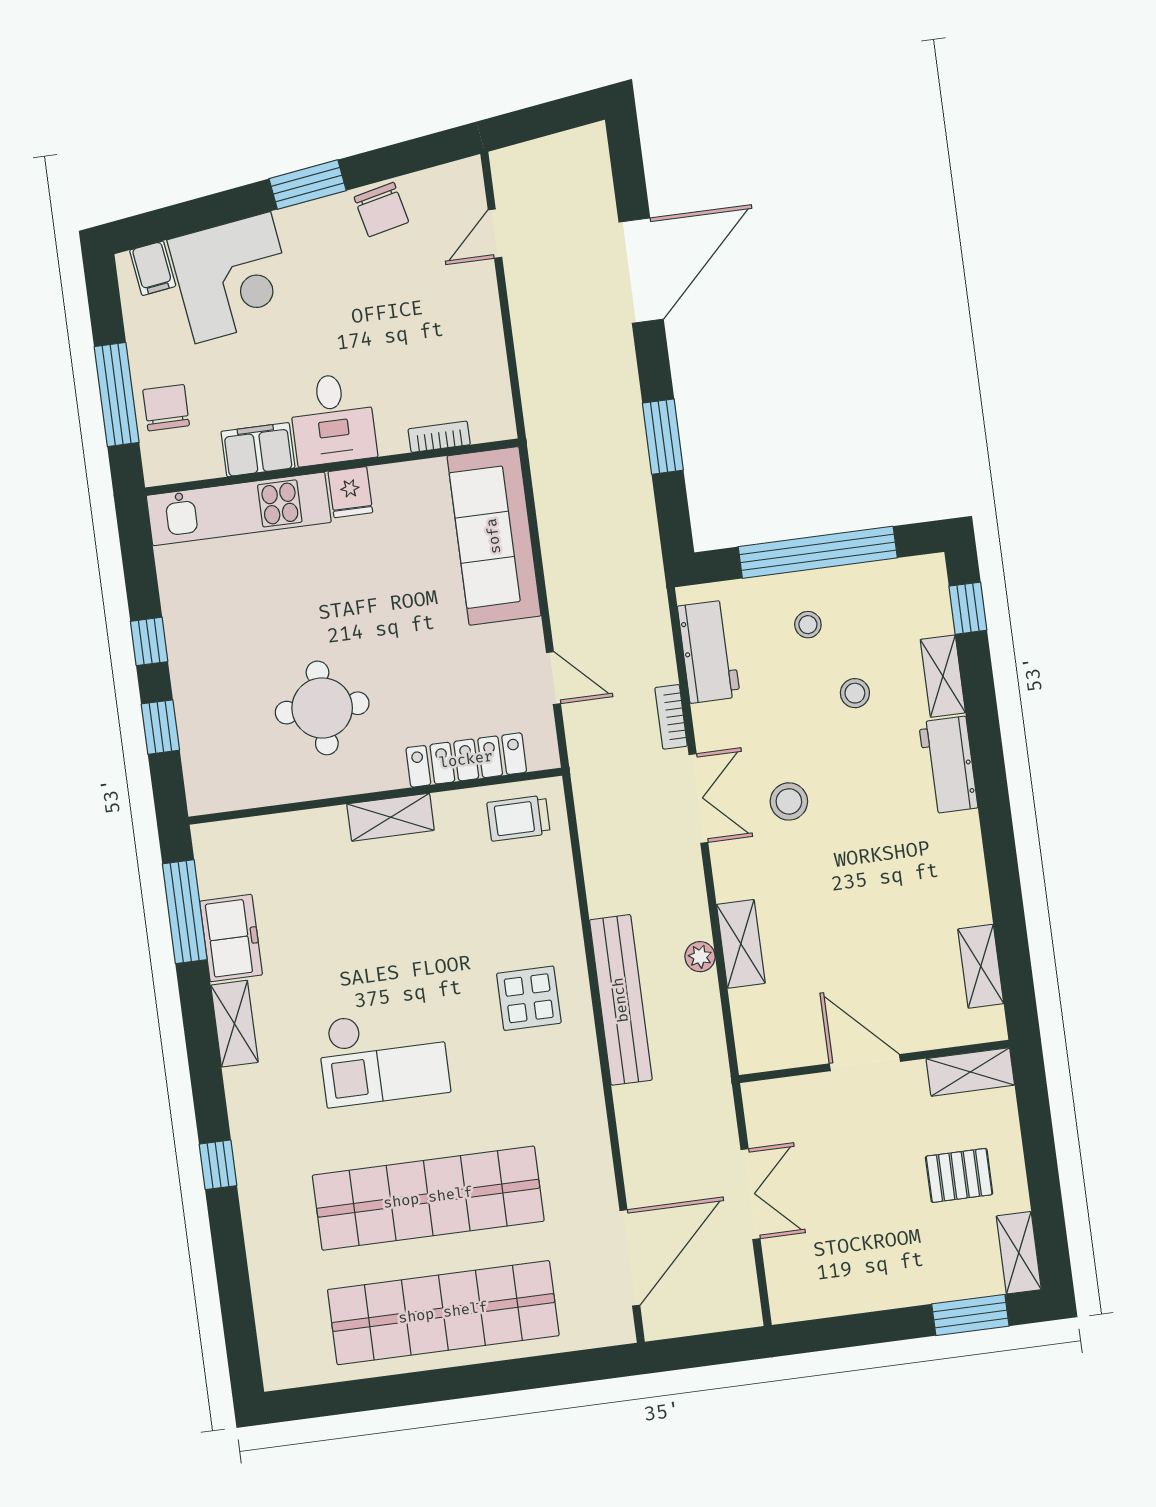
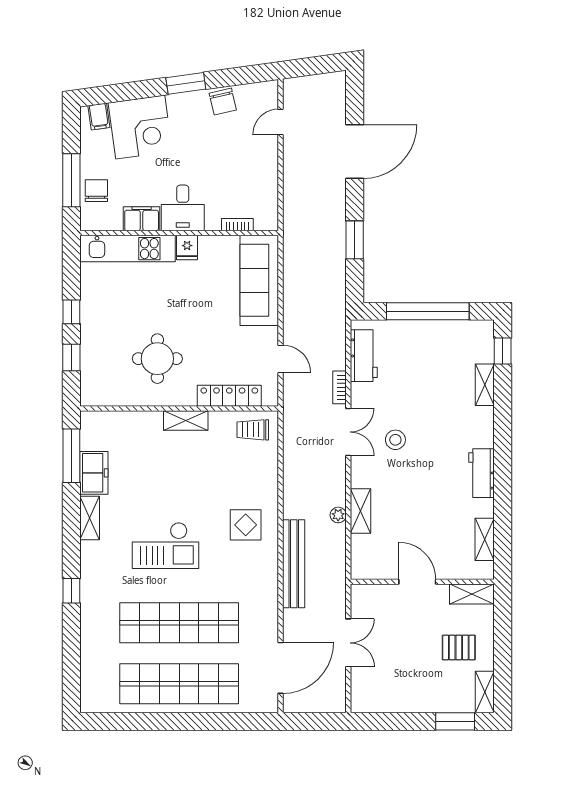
stool: (808, 625) -> (418, 348), removed
stool: (855, 693) -> (438, 388), removed
workbench: (948, 765) -> (481, 473), moved
bench: (621, 1000) -> (294, 564), moved

